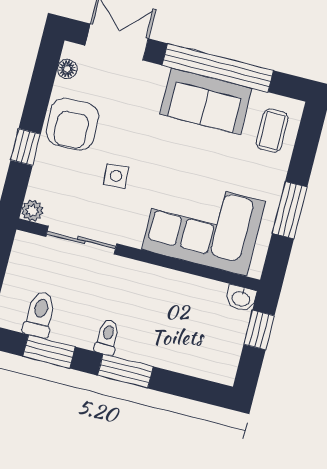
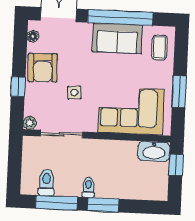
washbasin: (241, 298) -> (154, 151), width x1.91, depth x1.45
window: (49, 352) -> (56, 203), width x1.44

